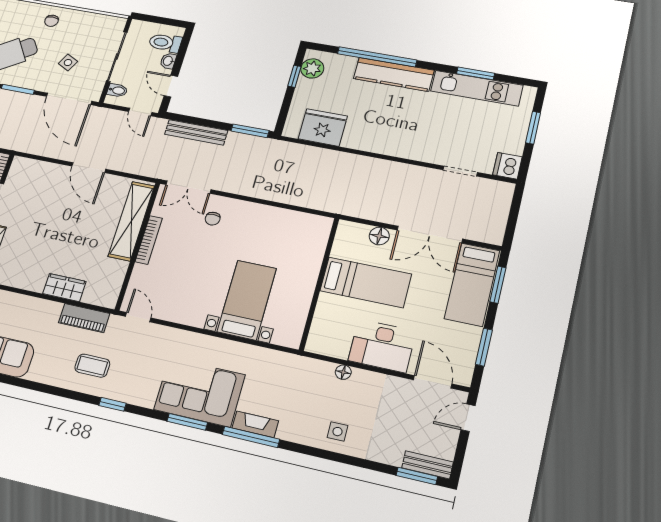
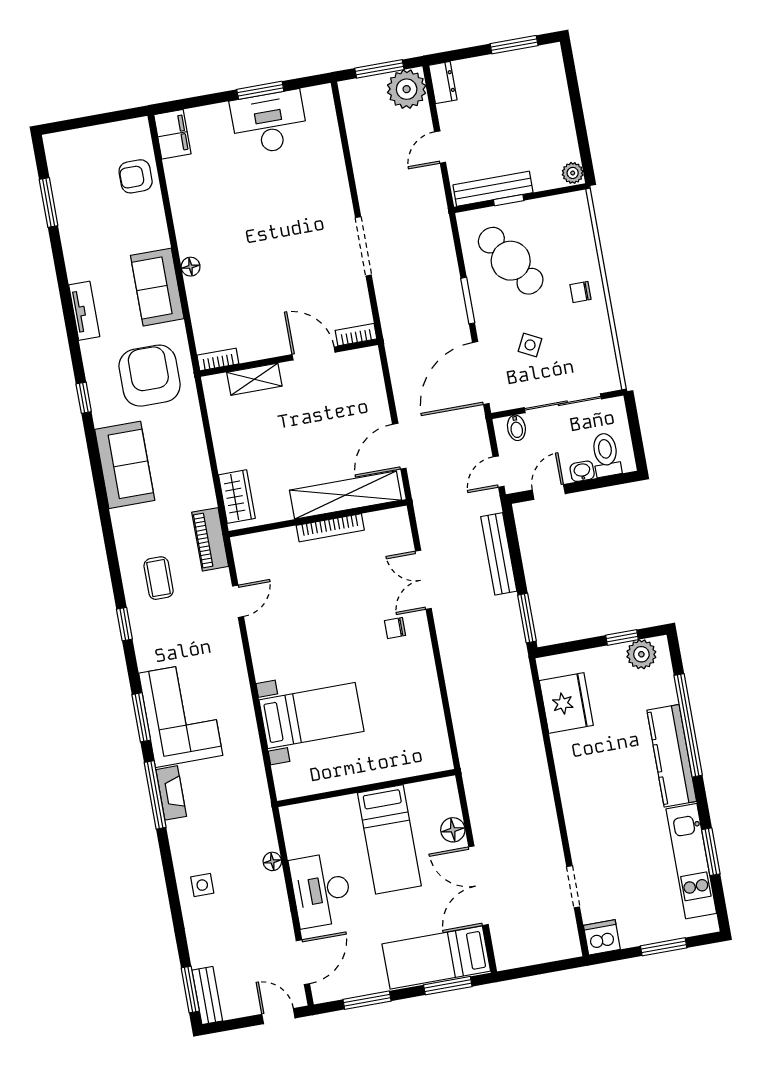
shelving: (131, 221) -> (345, 495), moved
bookcase: (149, 240) -> (330, 528), moved
wall: (138, 246) -> (318, 518), moved

